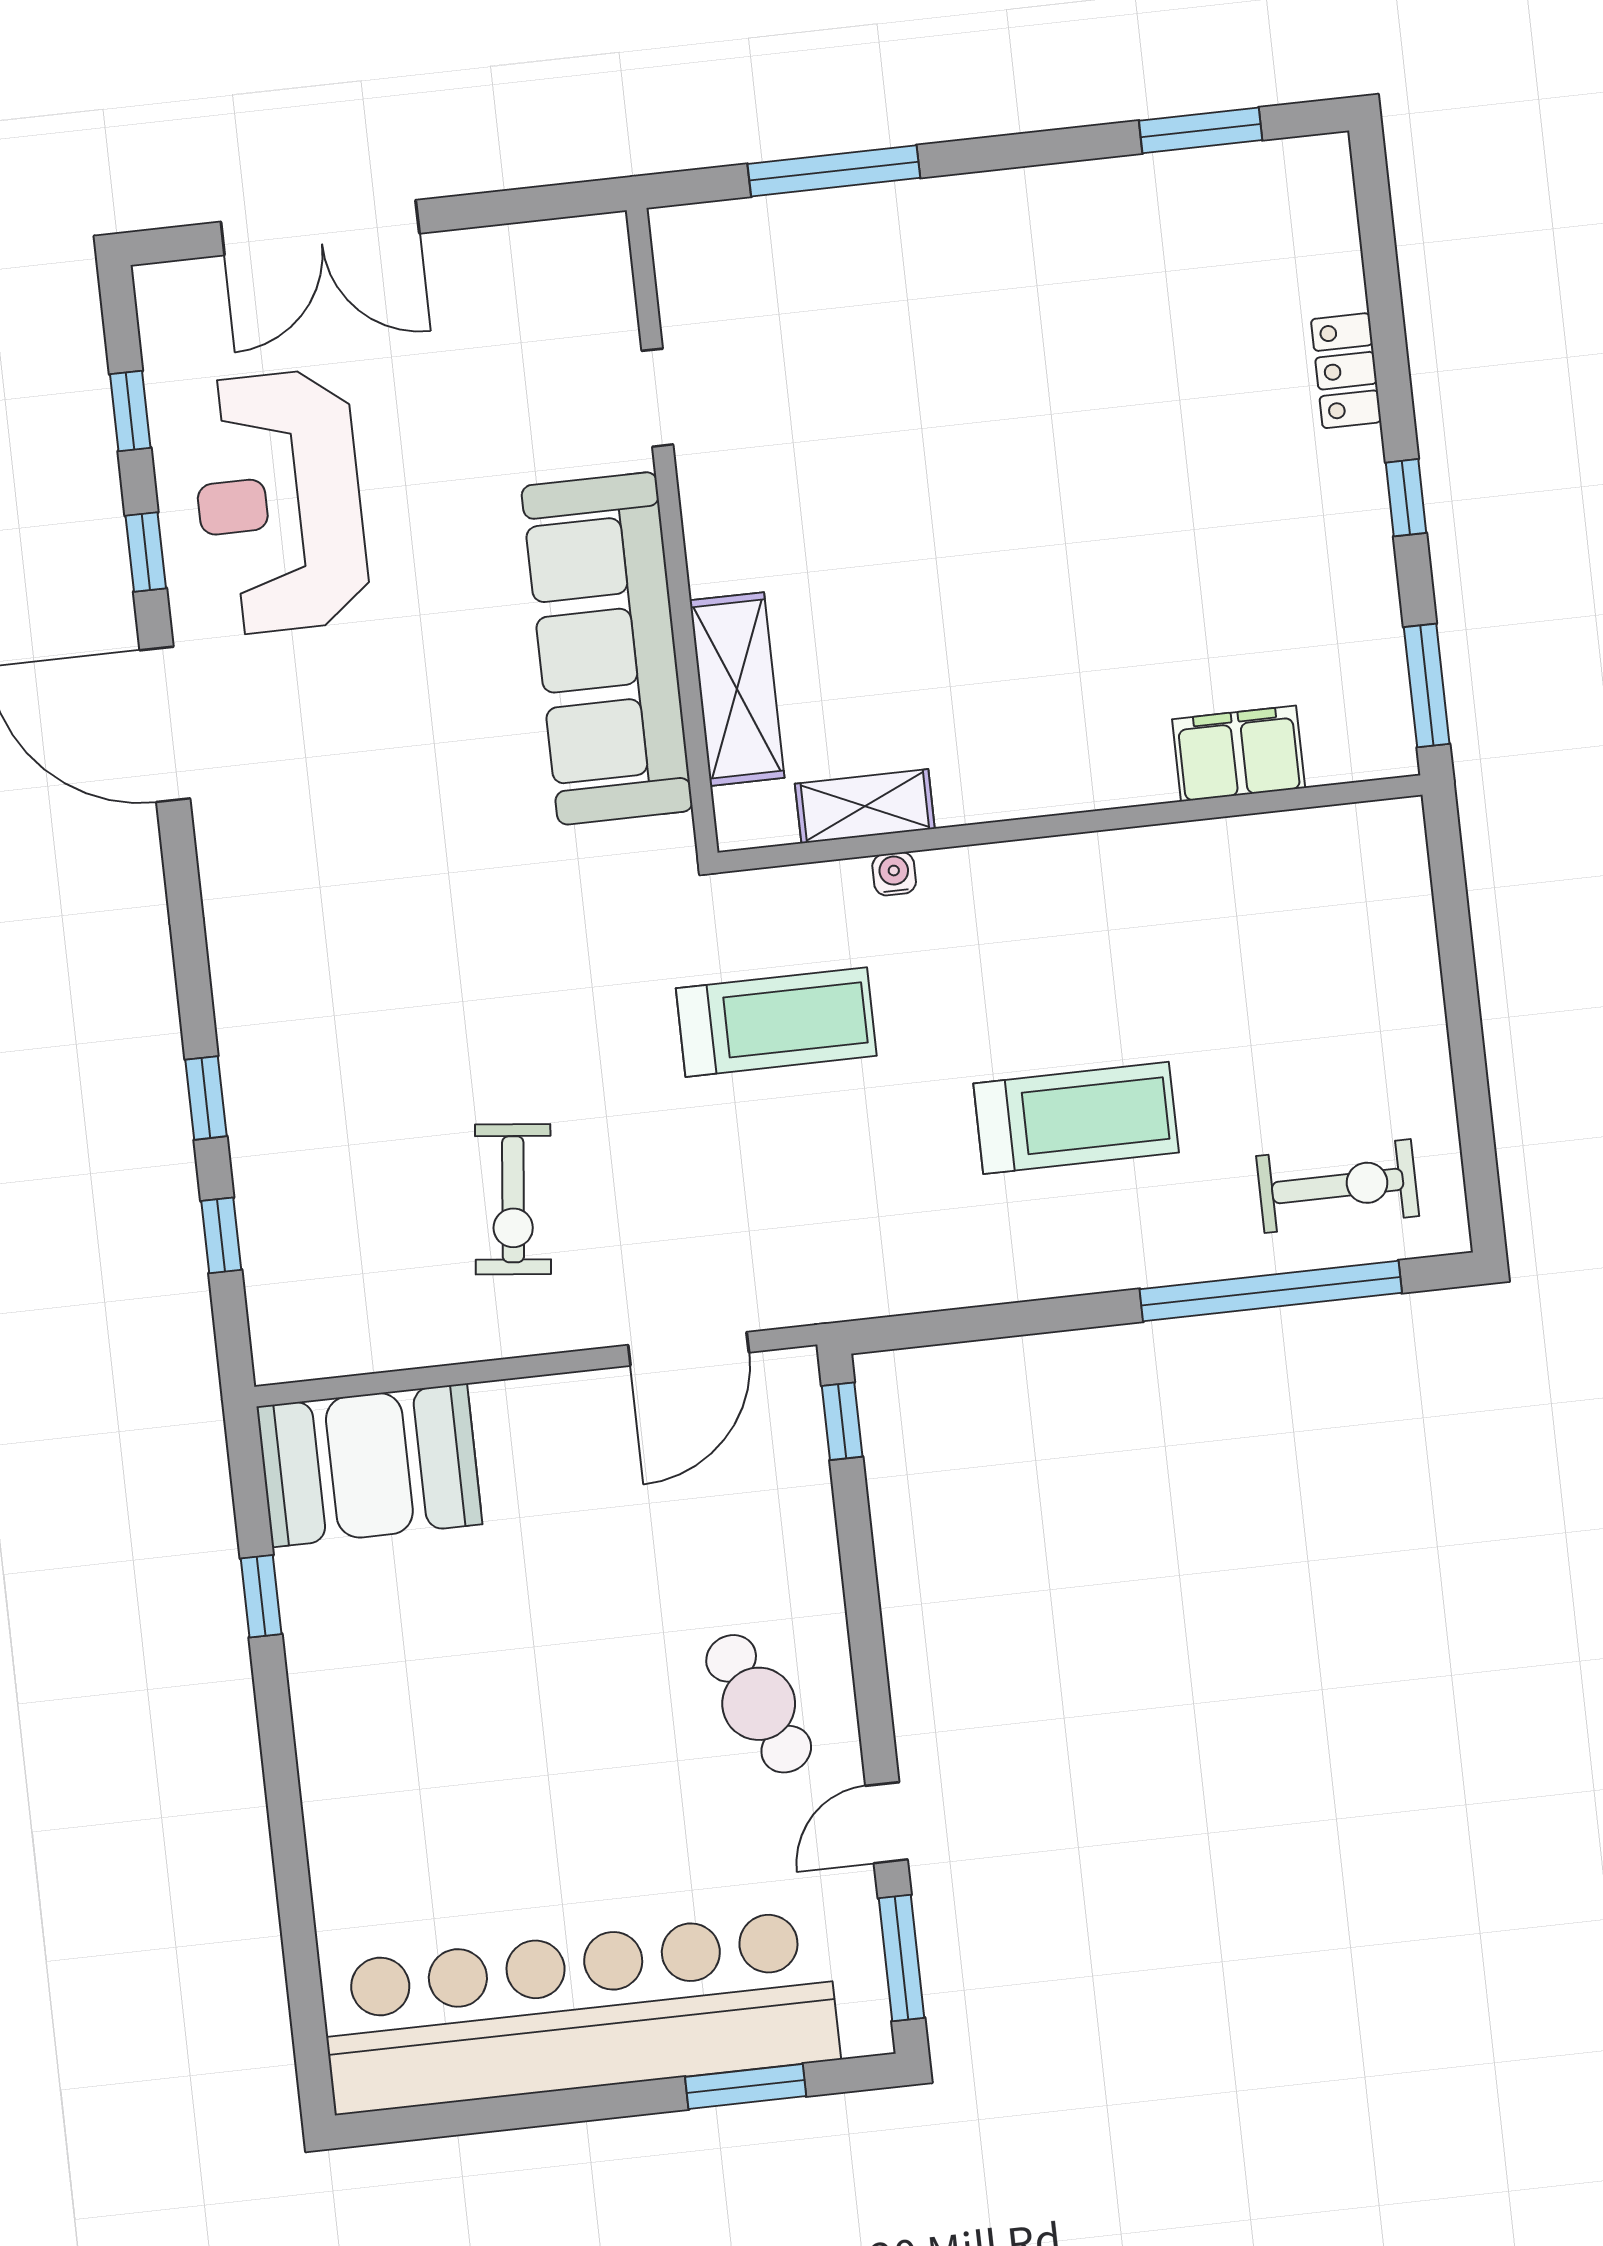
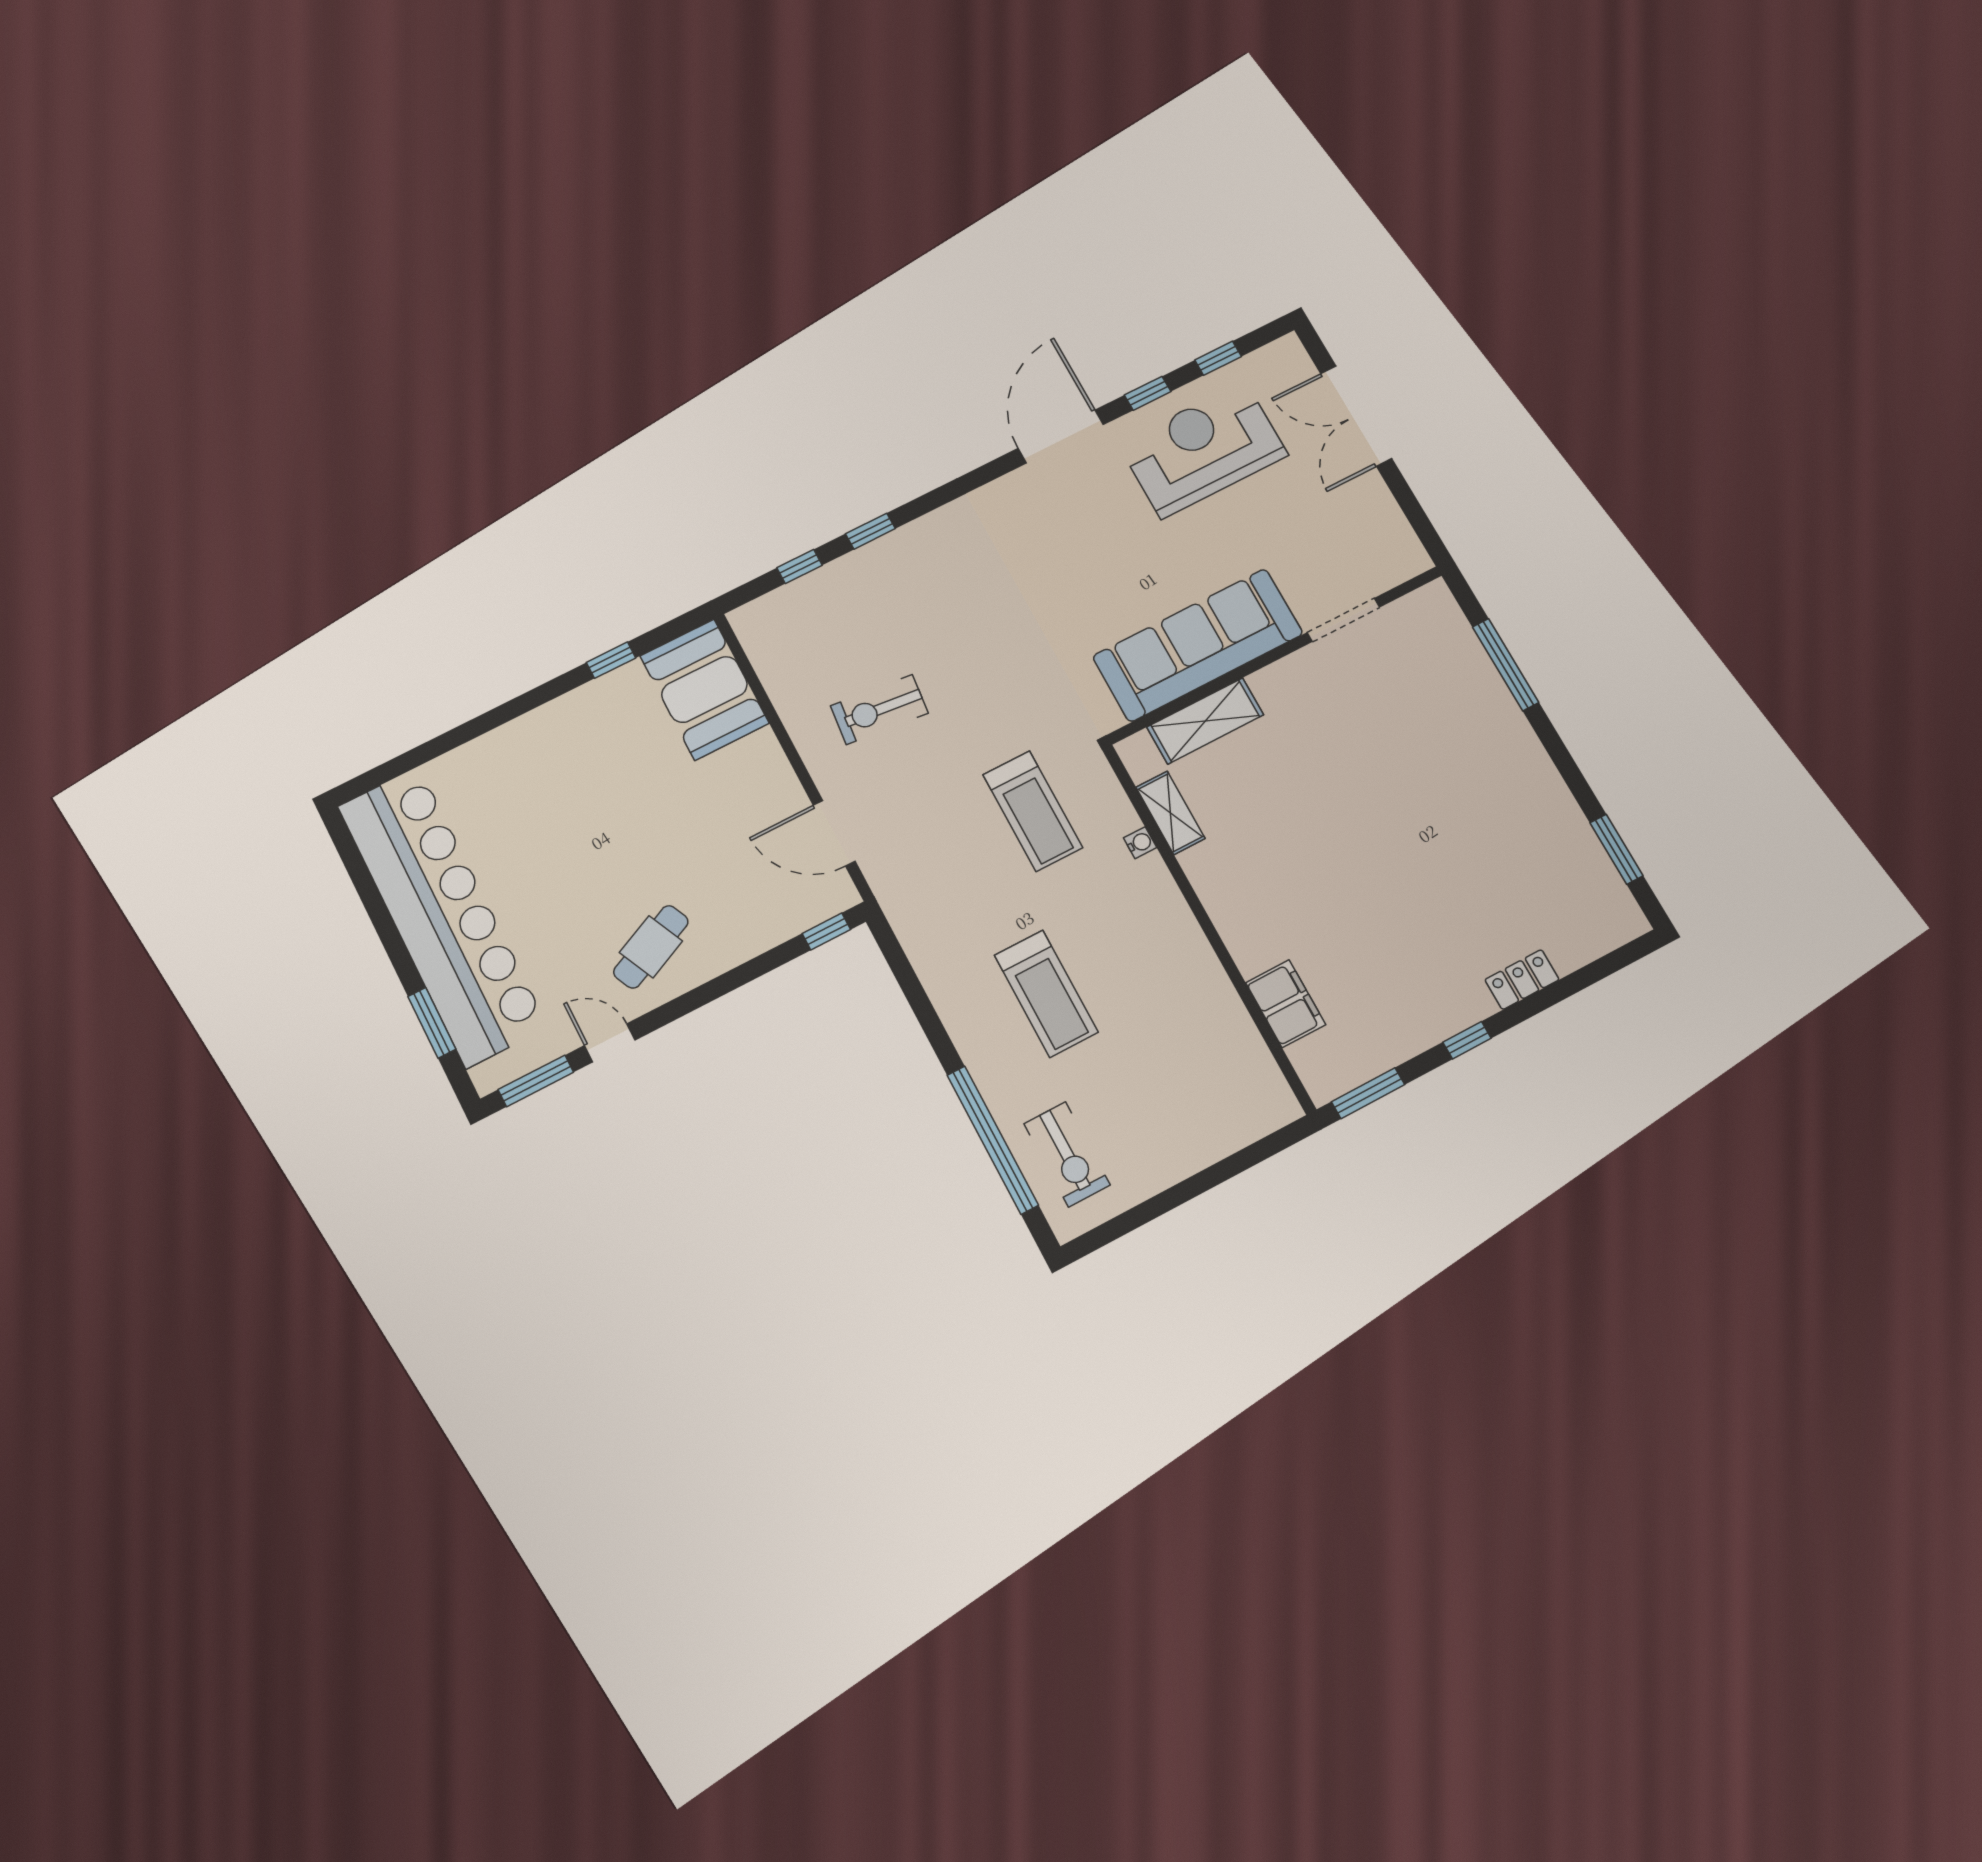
doorway: (657, 398) -> (1343, 620), width x1.38

